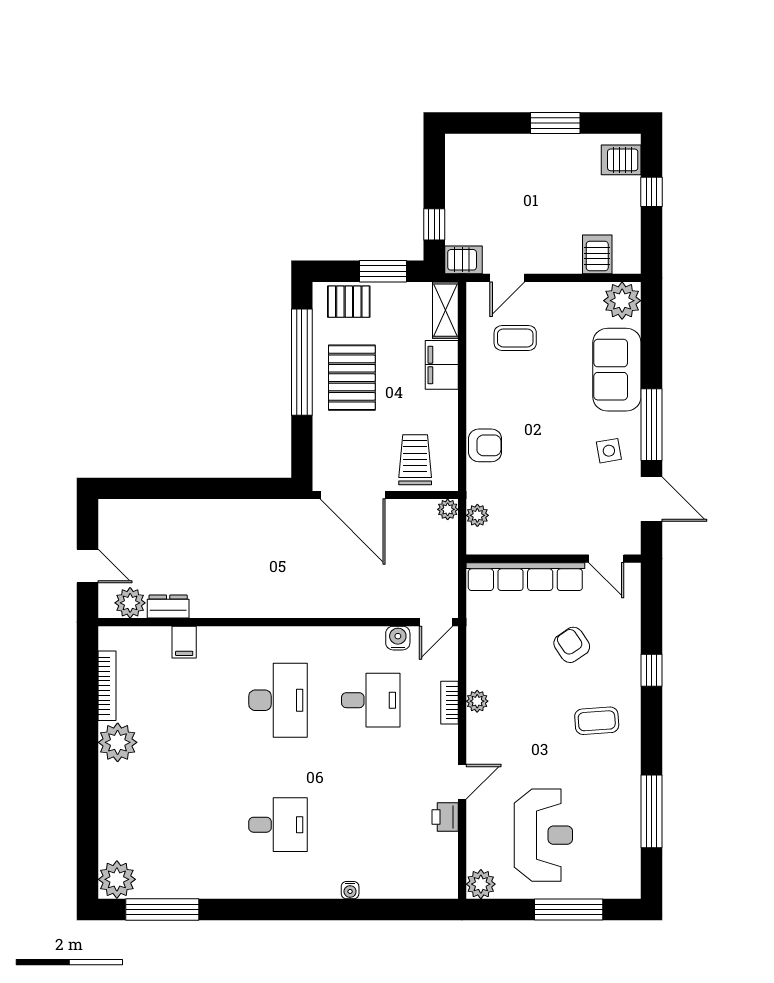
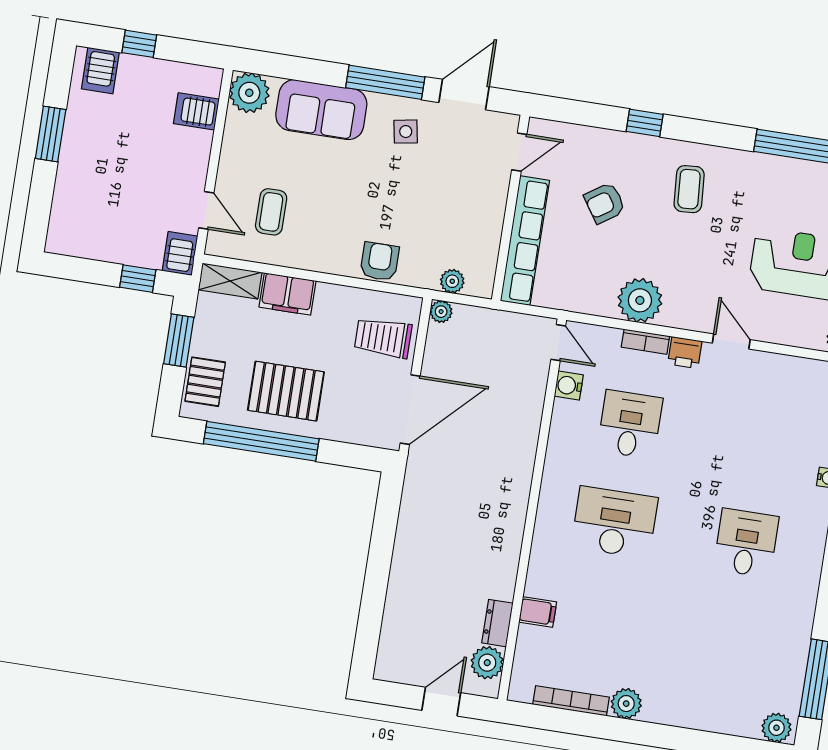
plant: (477, 701) -> (640, 300), width x1.87, depth x1.87
plant: (118, 742) -> (626, 704), width x0.73, depth x0.73
printer: (445, 817) -> (685, 353), moved
plant: (117, 879) -> (776, 728), width x0.73, depth x0.73

